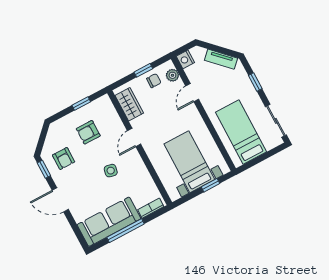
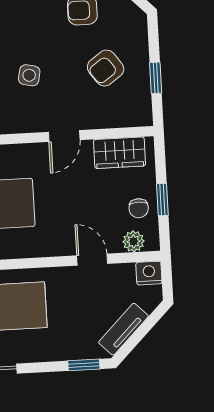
window: (255, 82) -> (84, 365), moved
armchair: (88, 132) -> (106, 68), turned -126
door: (134, 137) -> (64, 136), swing flipped

